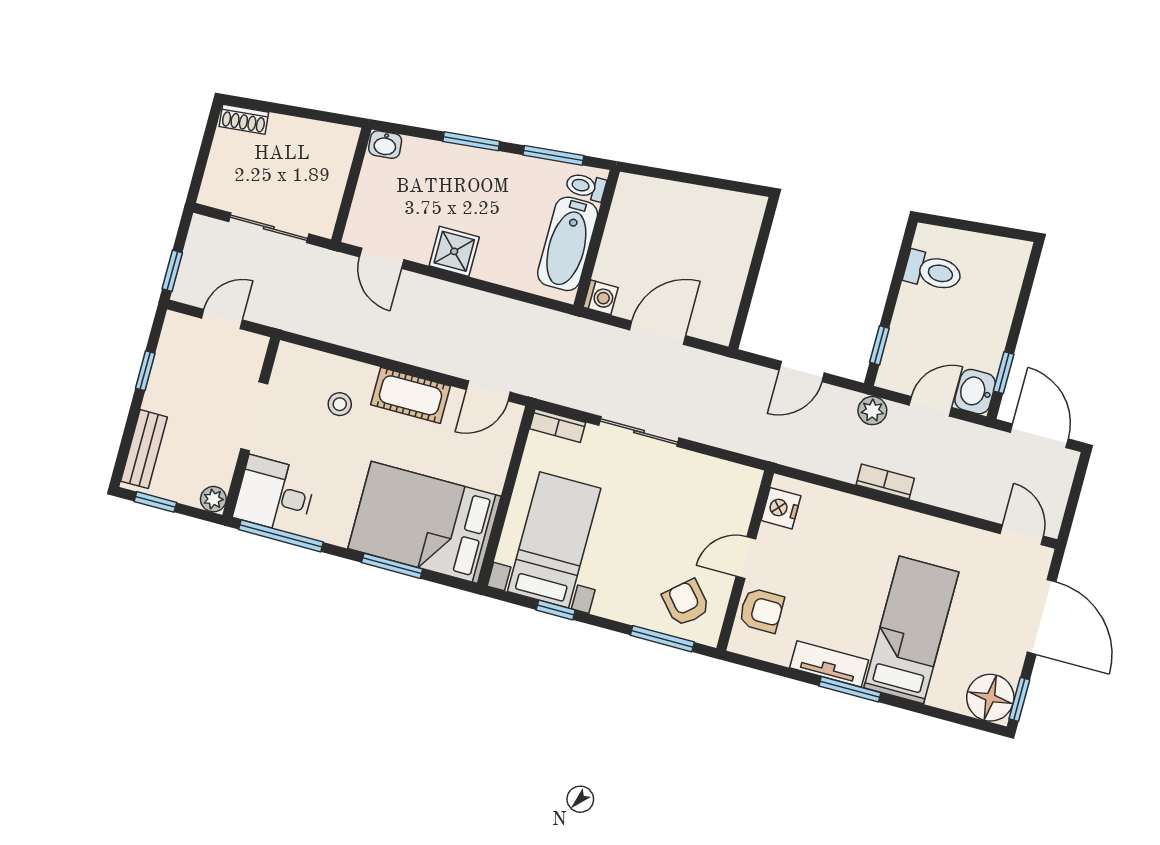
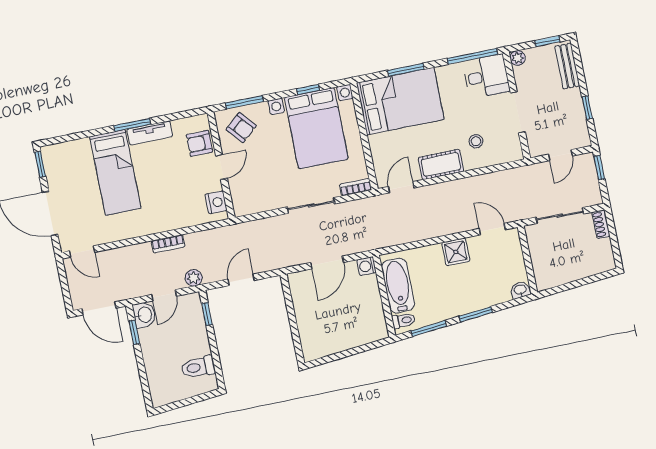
shoe rack: (244, 119) -> (601, 224), moved, turned -85
bed with nightstands: (554, 540) -> (316, 128), width x1.36
floor lamp: (990, 698) -> (56, 157), removed

